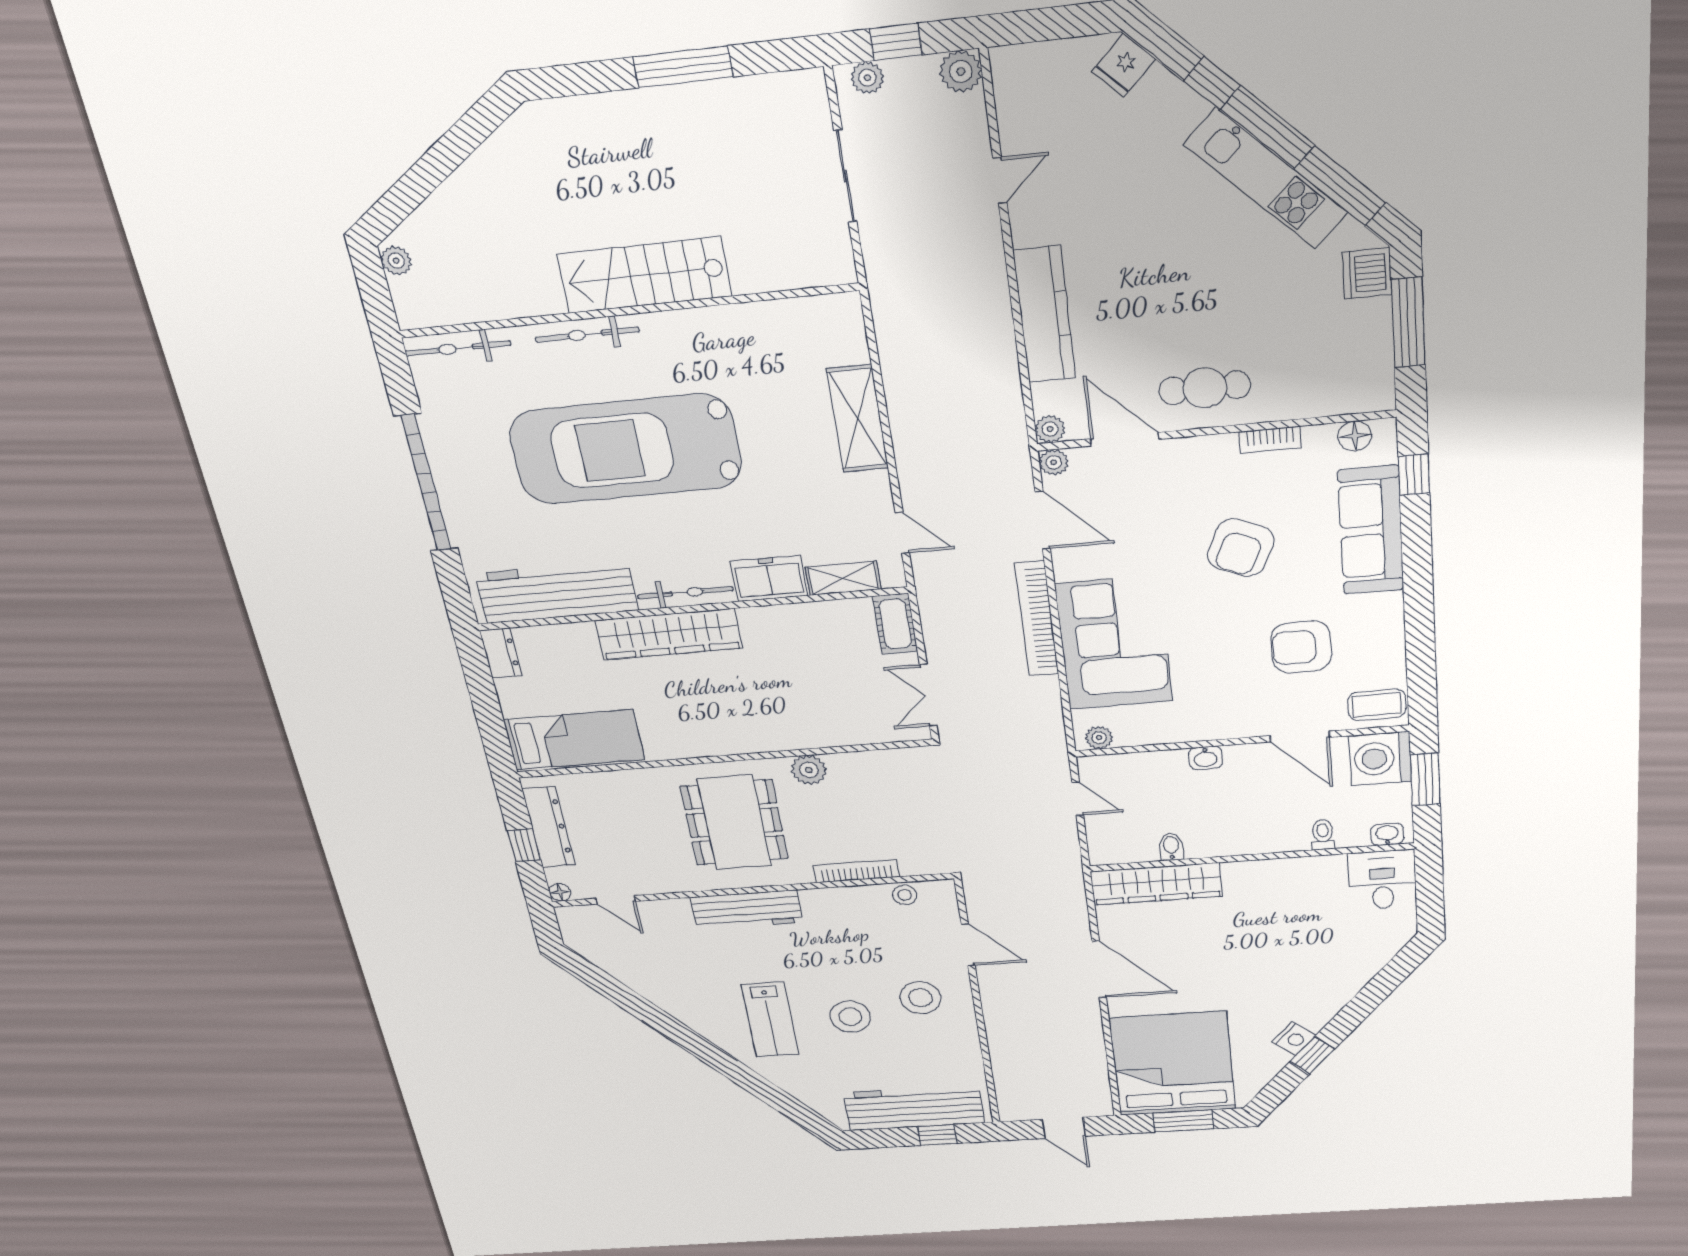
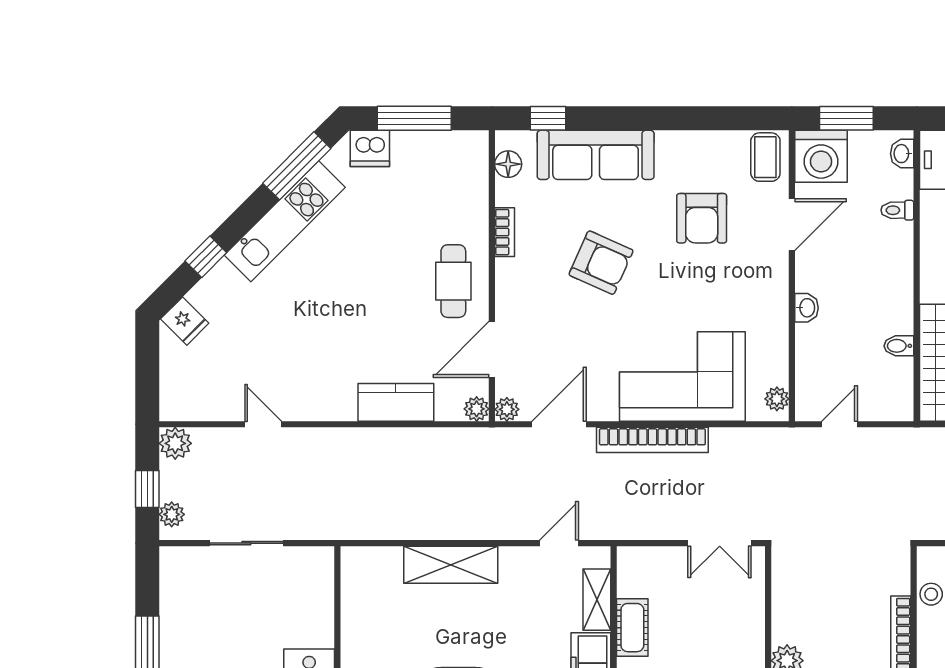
kitchen counter: (1044, 315) -> (396, 402), width x0.67
cot: (895, 624) -> (632, 628), moved, turned 90

